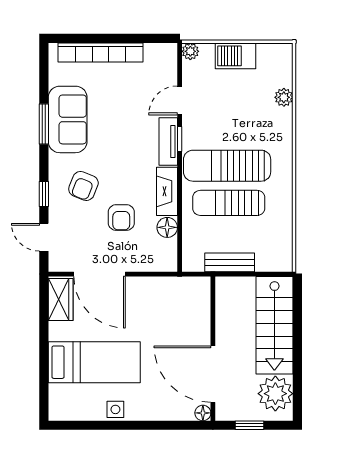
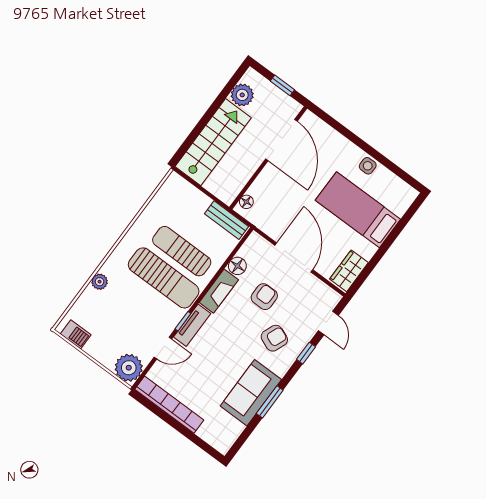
plant: (190, 51) -> (129, 368), width x1.88, depth x1.88
bookcase: (100, 52) -> (169, 405), moved
barbecue: (235, 56) -> (76, 334), moved, width x0.73, depth x0.79
plant: (284, 97) -> (100, 282), moved
sun lounger: (229, 203) -> (182, 251), turned 180
bench: (230, 262) -> (227, 220), moved
door: (100, 274) -> (294, 257), moved
plant: (275, 394) -> (242, 95), width x0.73, depth x0.73
floor lamp: (203, 413) -> (246, 202), moved

